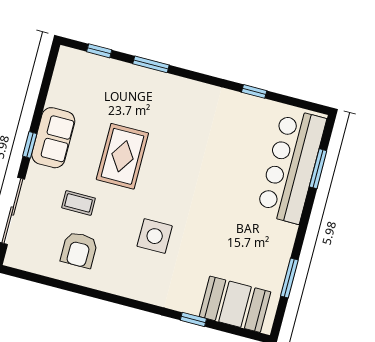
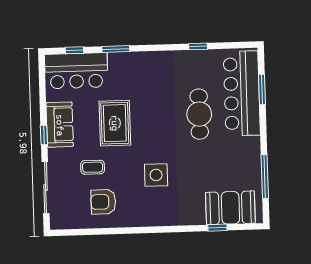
bar counter: (94, 77) -> (76, 71), added
cafe table: (231, 176) -> (199, 114), added
armchair: (79, 250) -> (103, 202), turned 90
window: (289, 278) -> (265, 176), width x1.44
window: (193, 319) -> (217, 228), moved

